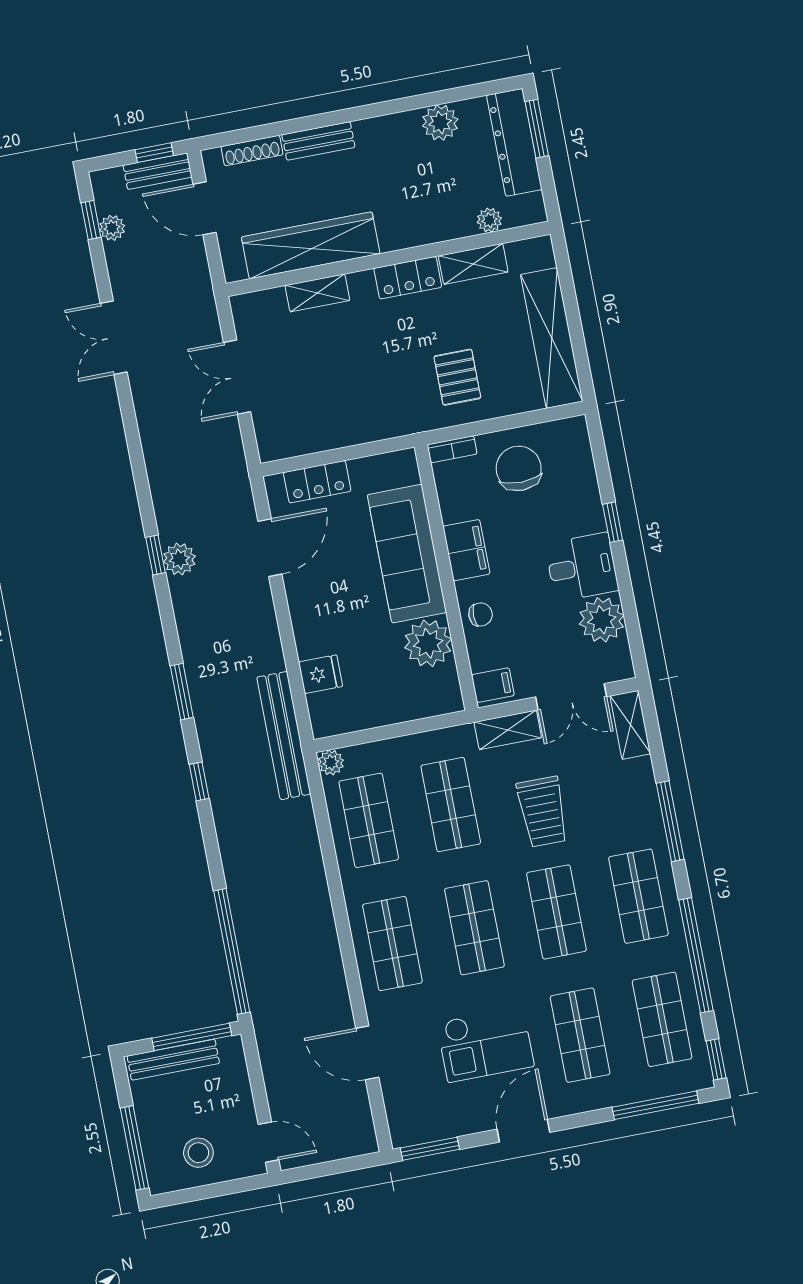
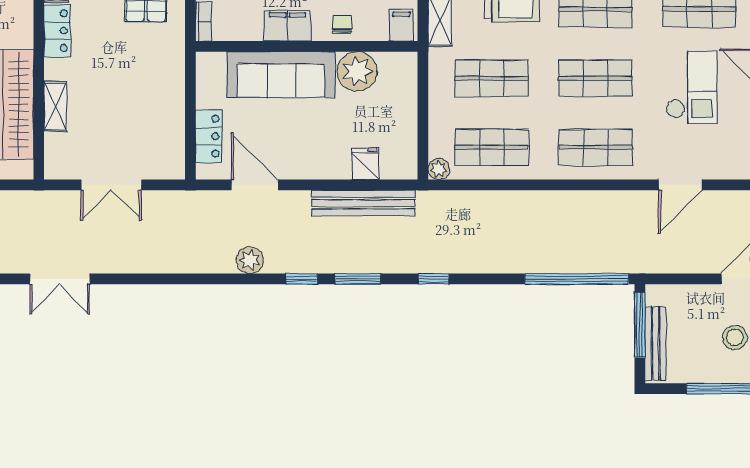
window: (155, 555) -> (302, 279), moved
bench: (284, 736) -> (363, 203), moved

